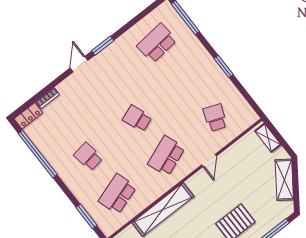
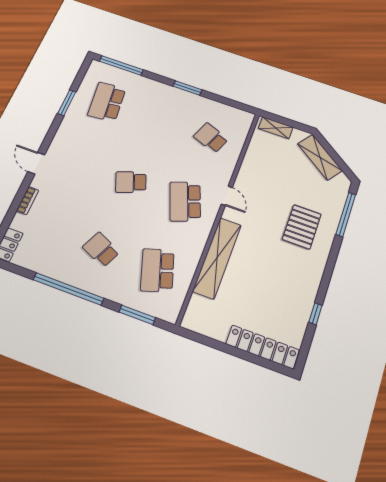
window: (103, 46) -> (67, 103), moved
bookcase: (48, 98) -> (28, 201), moved
window: (38, 154) -> (68, 289), moved
school desk: (88, 157) -> (101, 250), turned 33
door: (209, 160) -> (227, 196), moved

